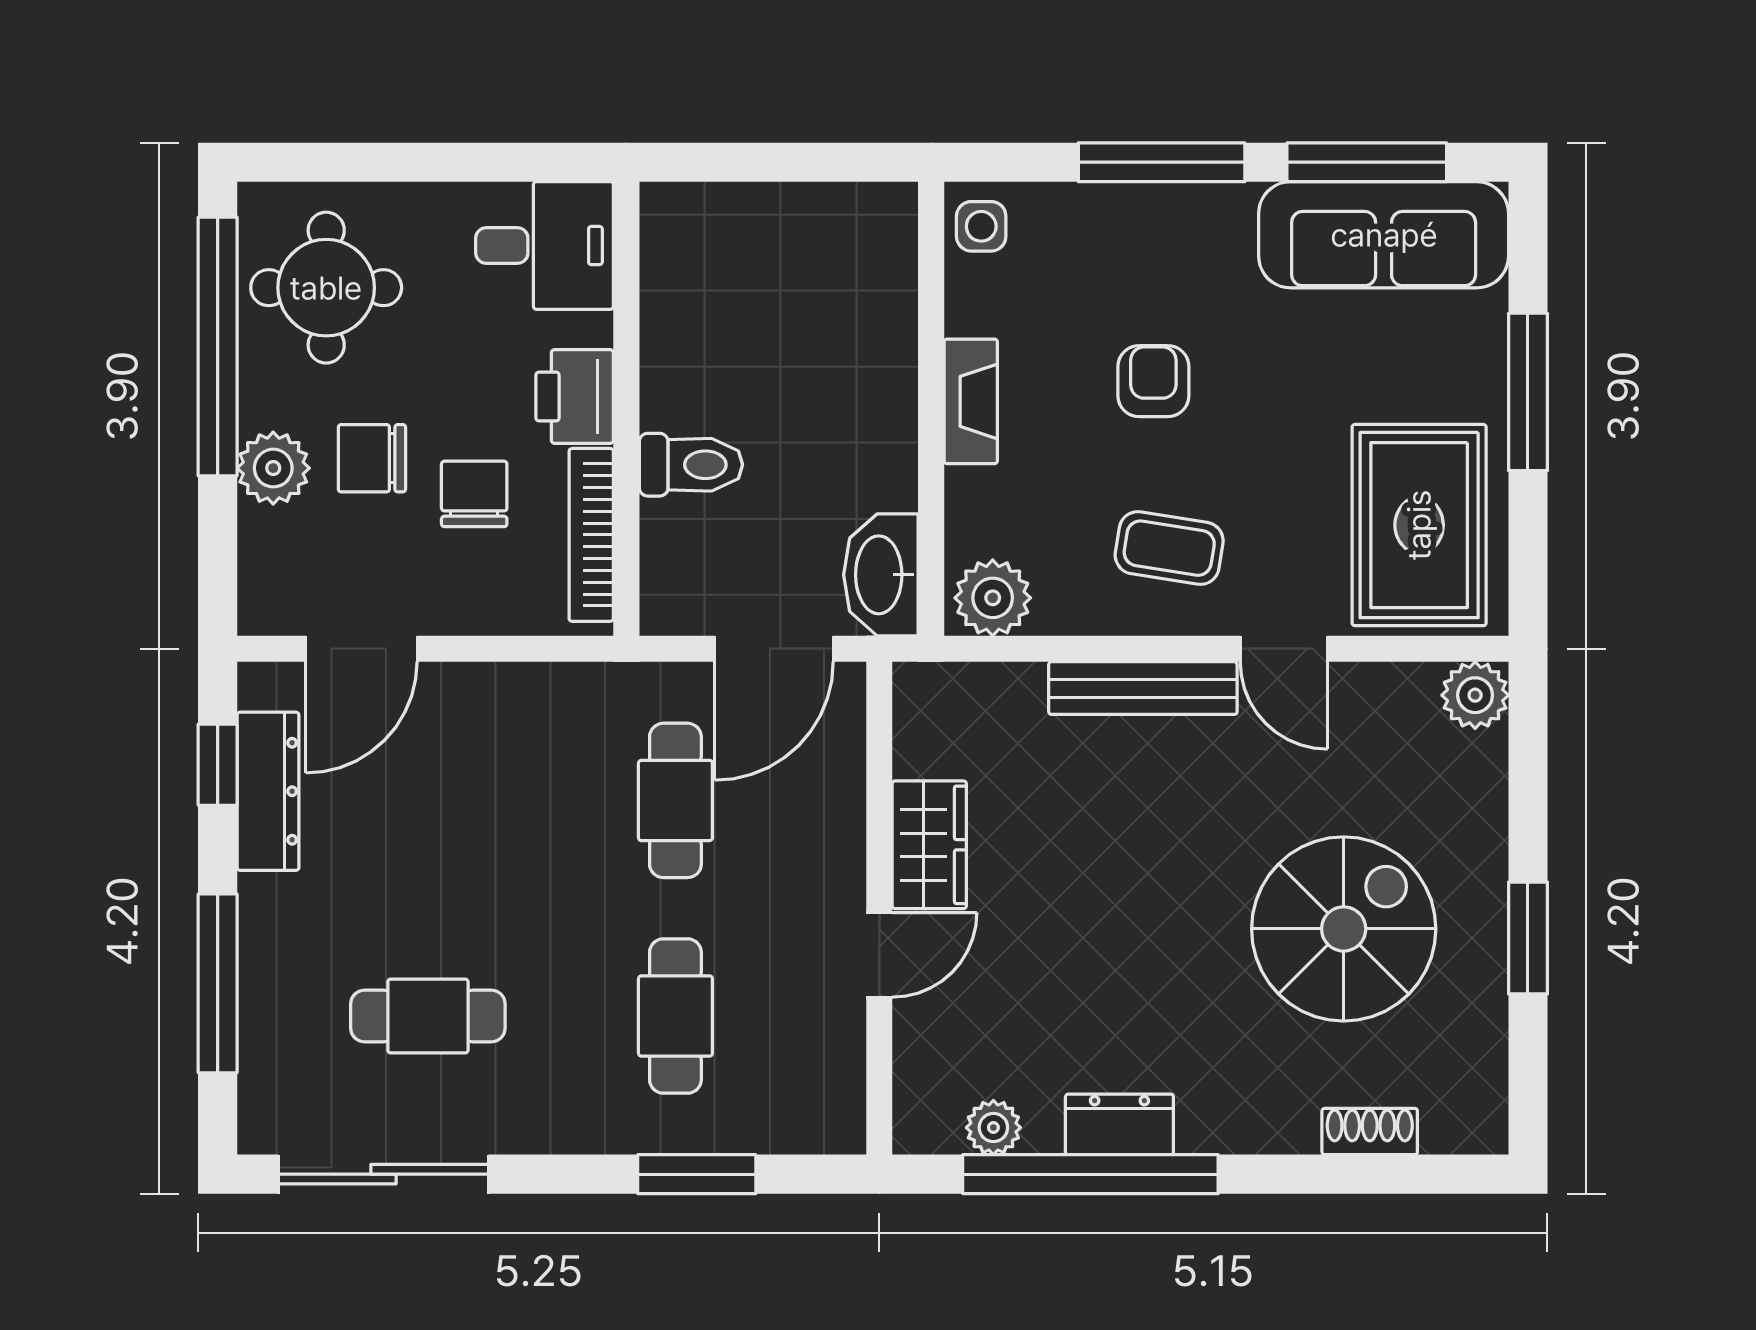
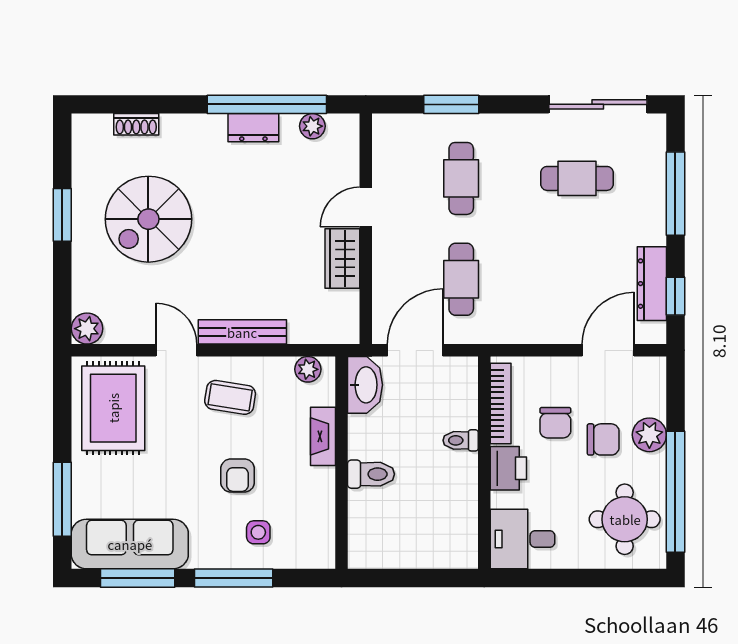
side table: (981, 226) -> (258, 532), moved
toilet: (868, 384) -> (371, 474), added
window: (1528, 392) -> (62, 499), moved
fireplace: (971, 401) -> (323, 436), moved
toilet: (691, 465) -> (461, 440), width x0.73, depth x0.72
plant: (993, 598) -> (308, 369), width x0.73, depth x0.73

